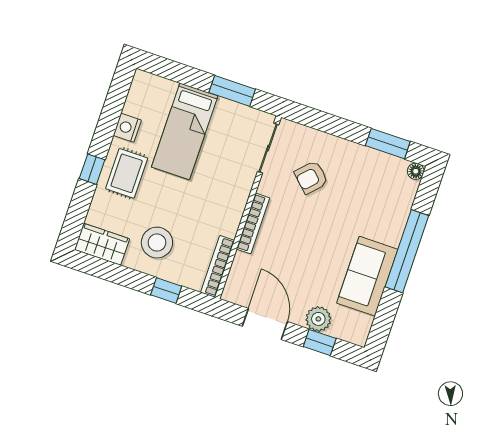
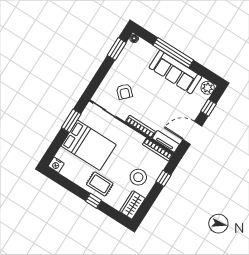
nightstand: (127, 128) -> (56, 165), moved
bed: (185, 131) -> (89, 145), width x1.50
sofa: (367, 276) -> (175, 72), width x1.36
tv unit: (237, 278) -> (166, 141), added
plant: (318, 319) -> (208, 88), moved

